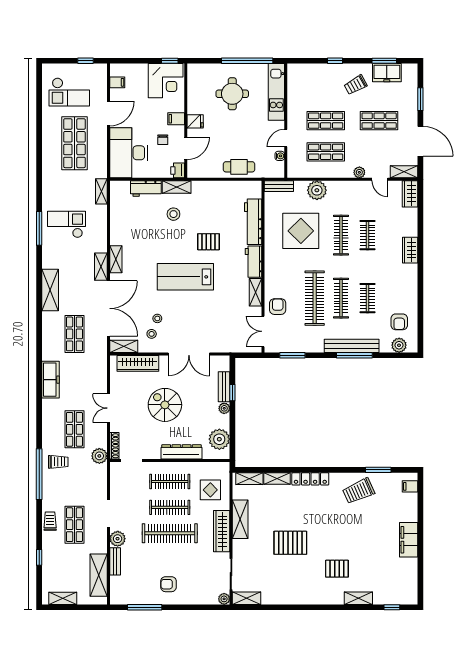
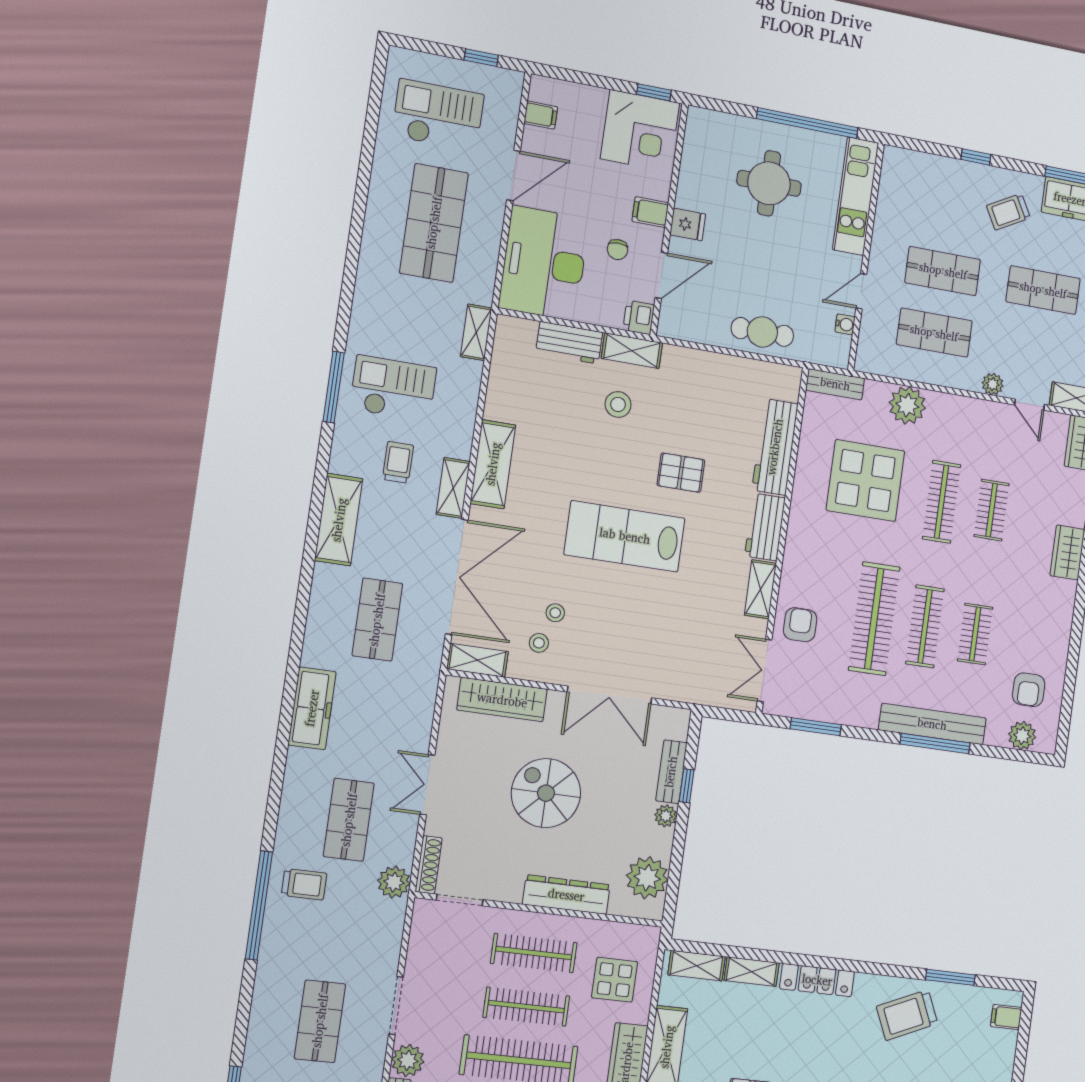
checkout: (69, 92) -> (438, 115), turned 180
shelving: (116, 259) -> (493, 464), width x1.50, depth x1.33
trolley: (50, 521) -> (398, 462), moved

